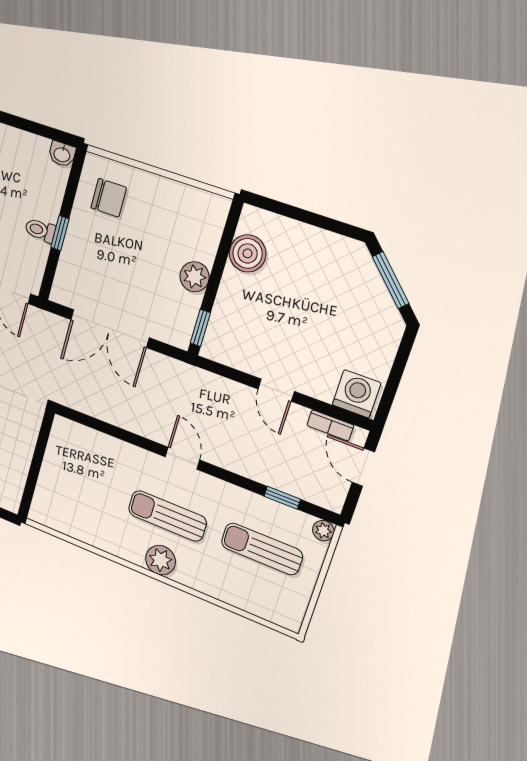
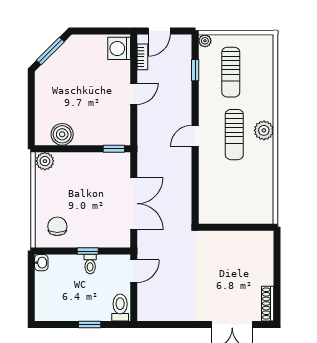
plant: (194, 277) -> (45, 161), moved

